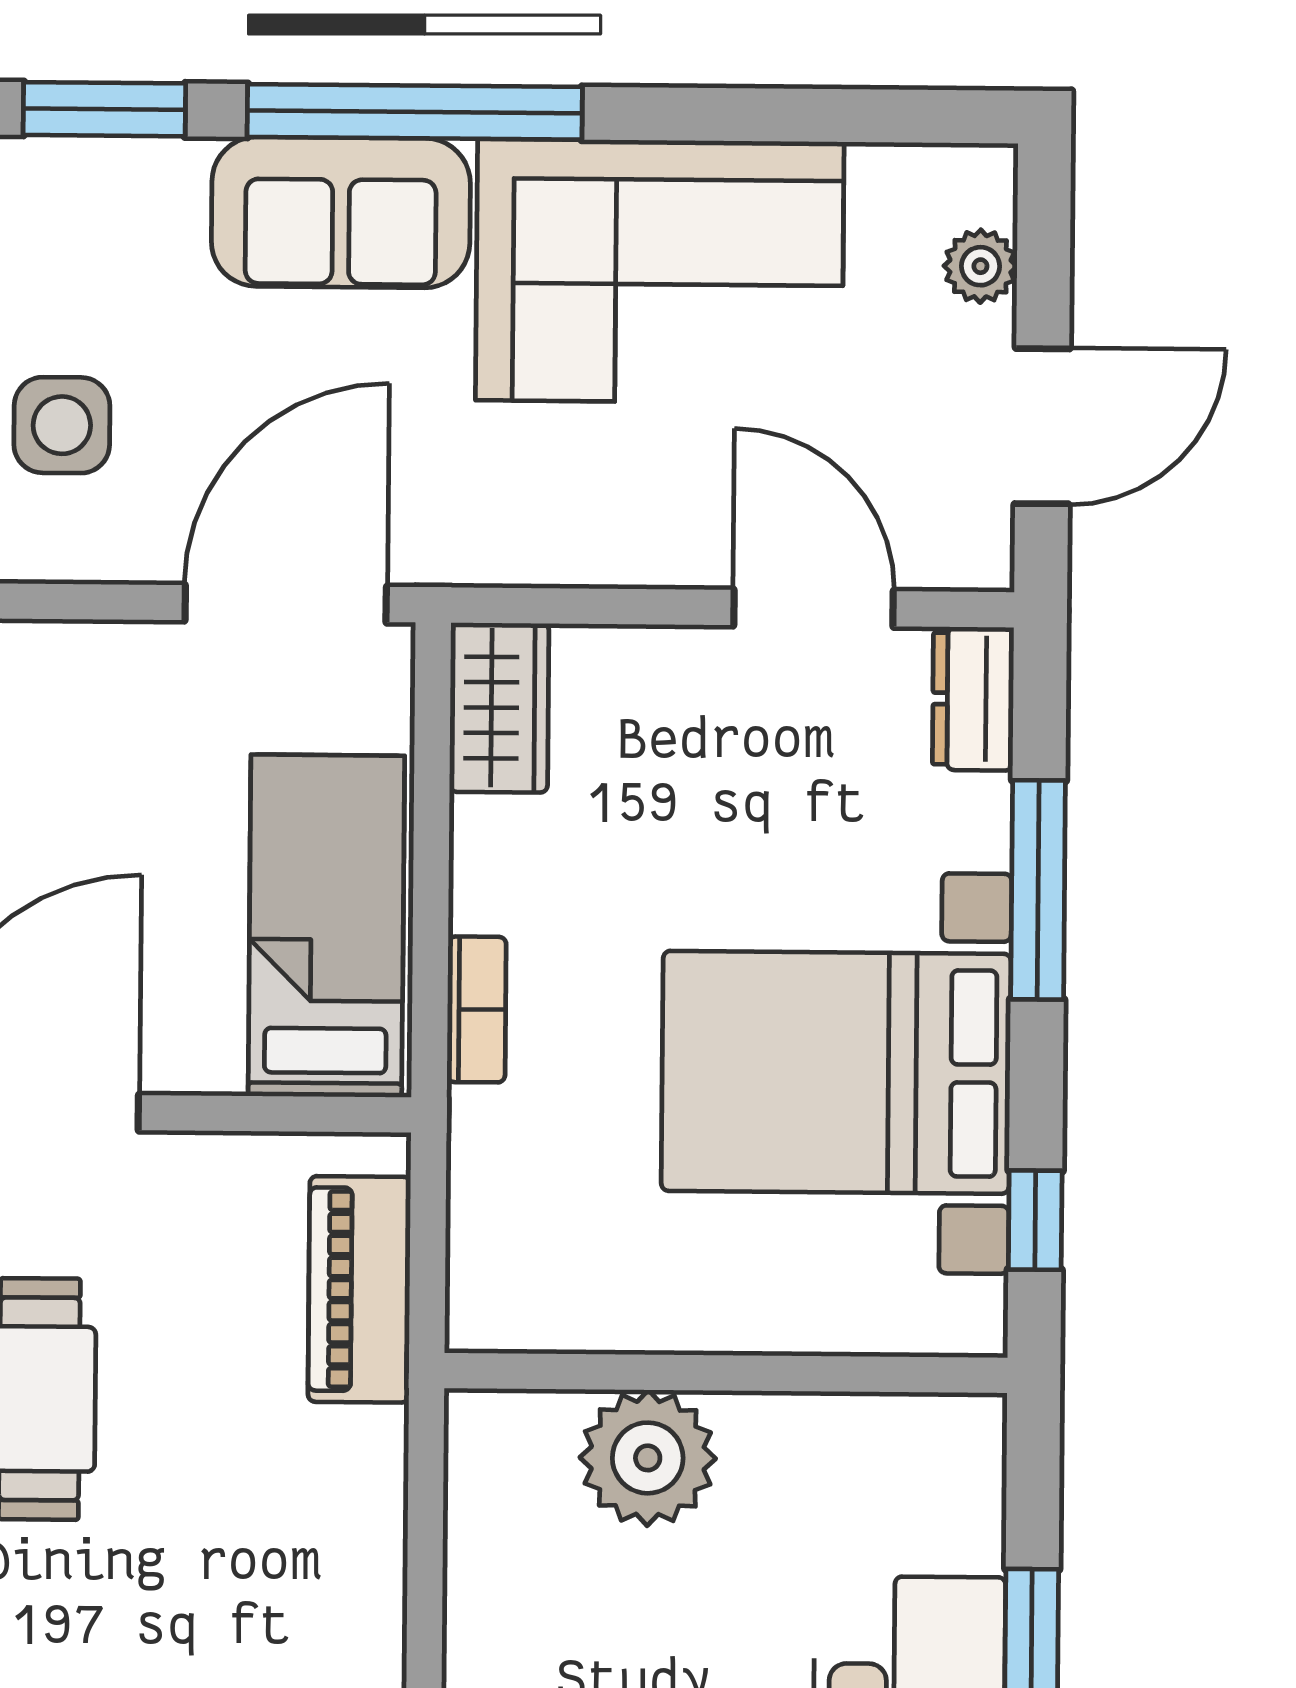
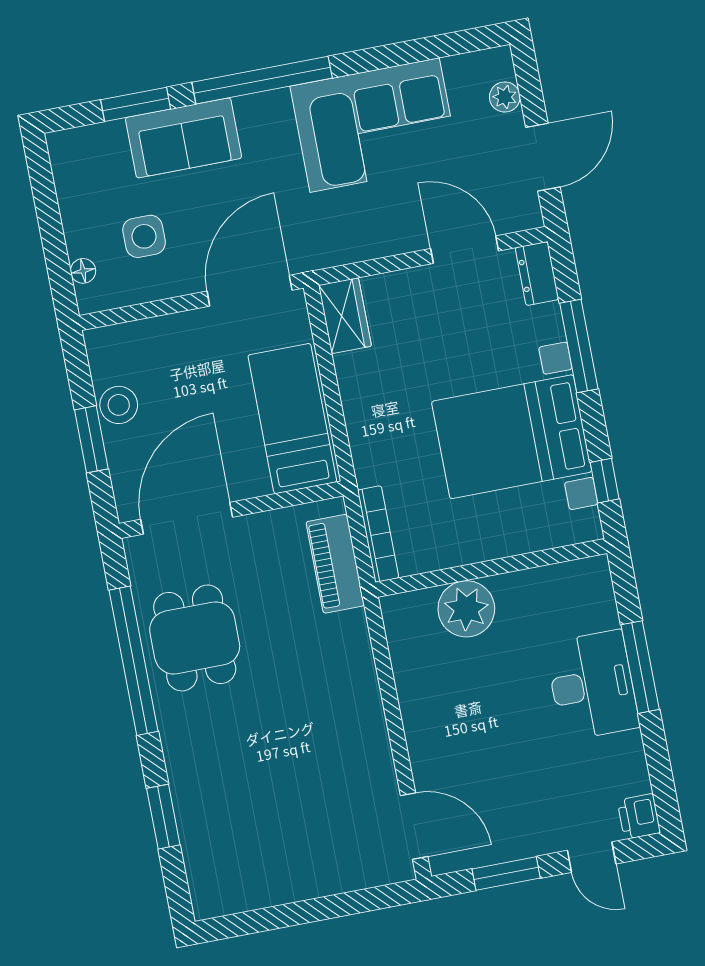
sofa: (341, 212) -> (184, 138), moved
bookcase: (477, 1009) -> (378, 534), moved, width x1.56

